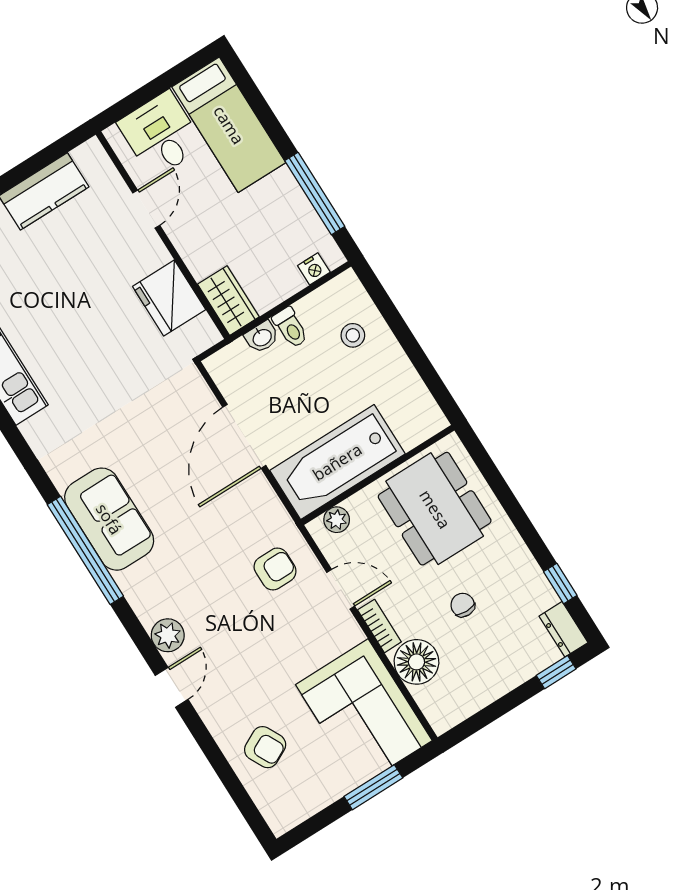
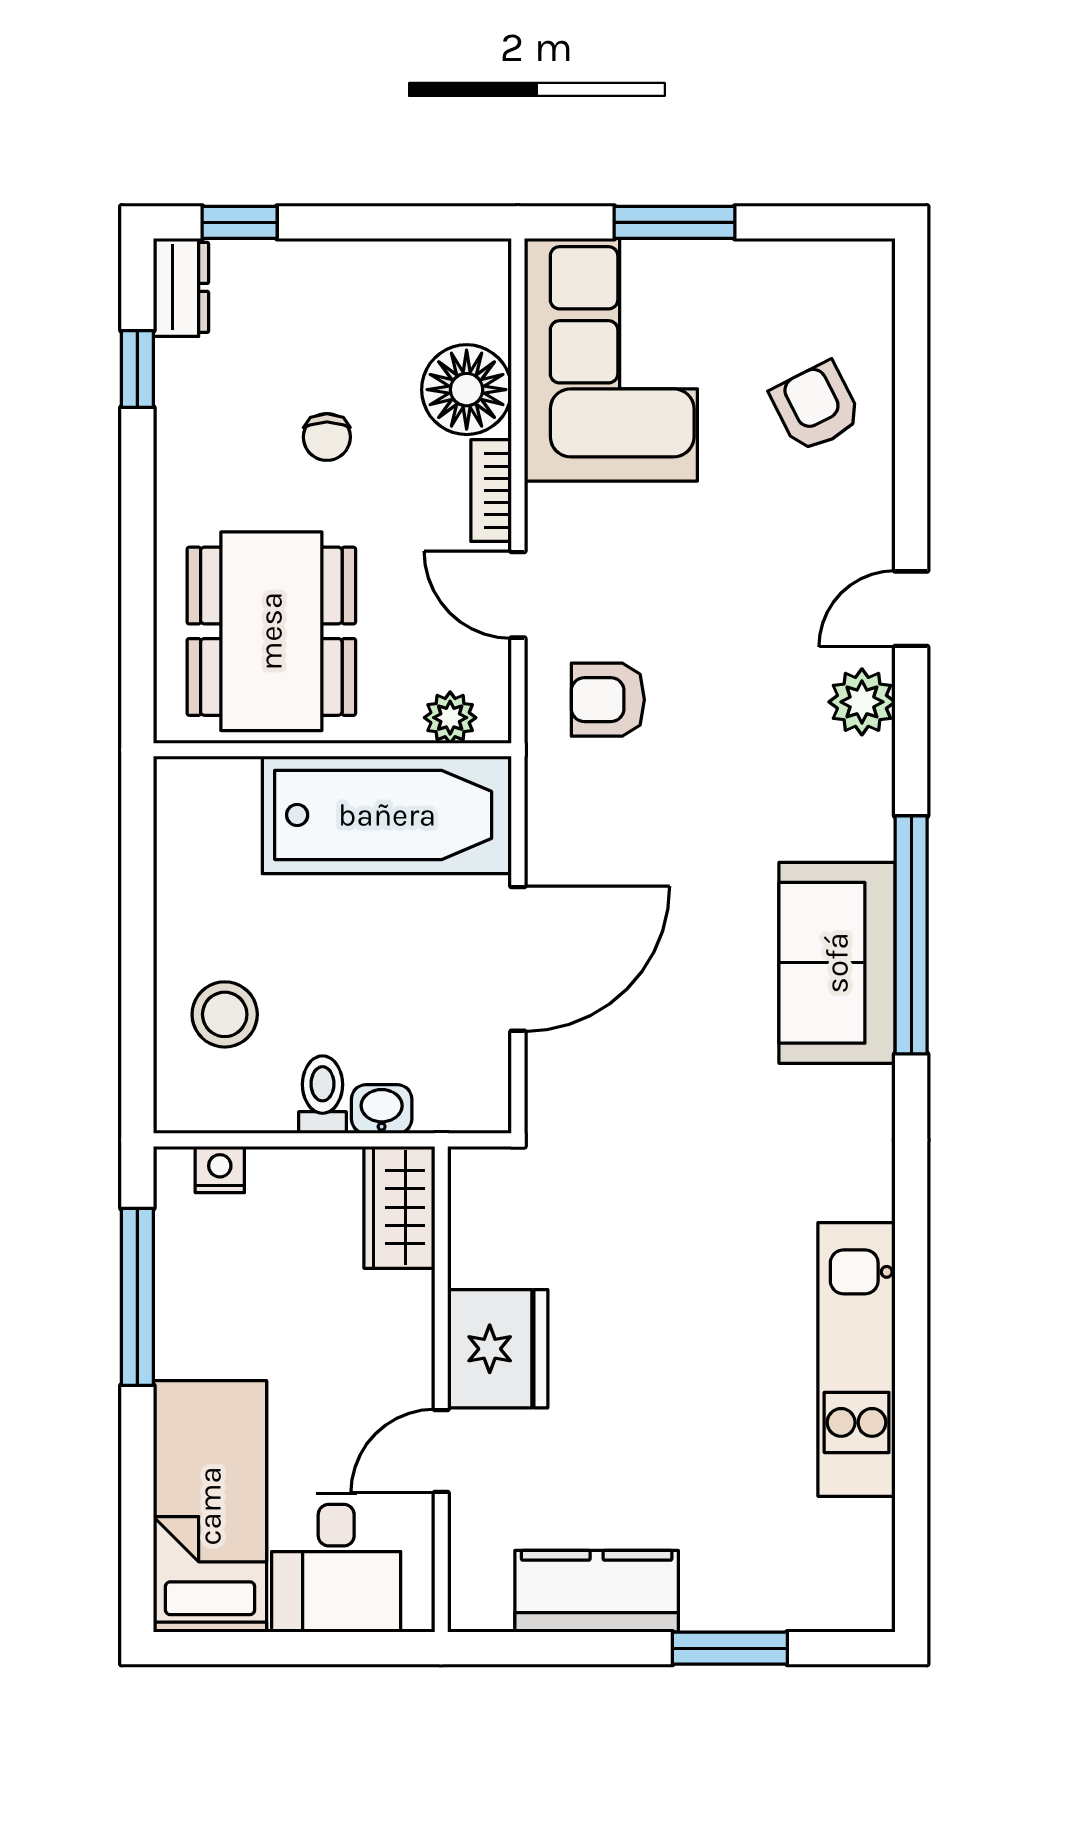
fridge: (169, 298) -> (498, 1349), moved
stool: (353, 335) -> (225, 1014), width x1.37, depth x1.37

